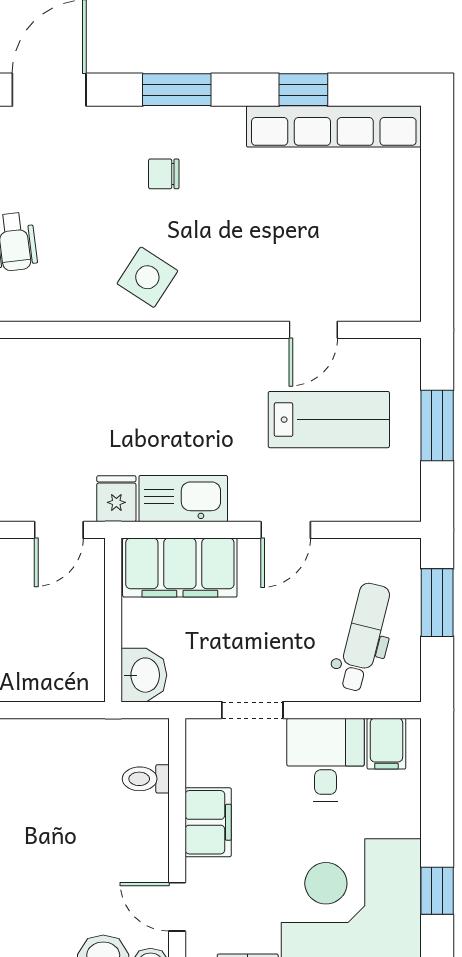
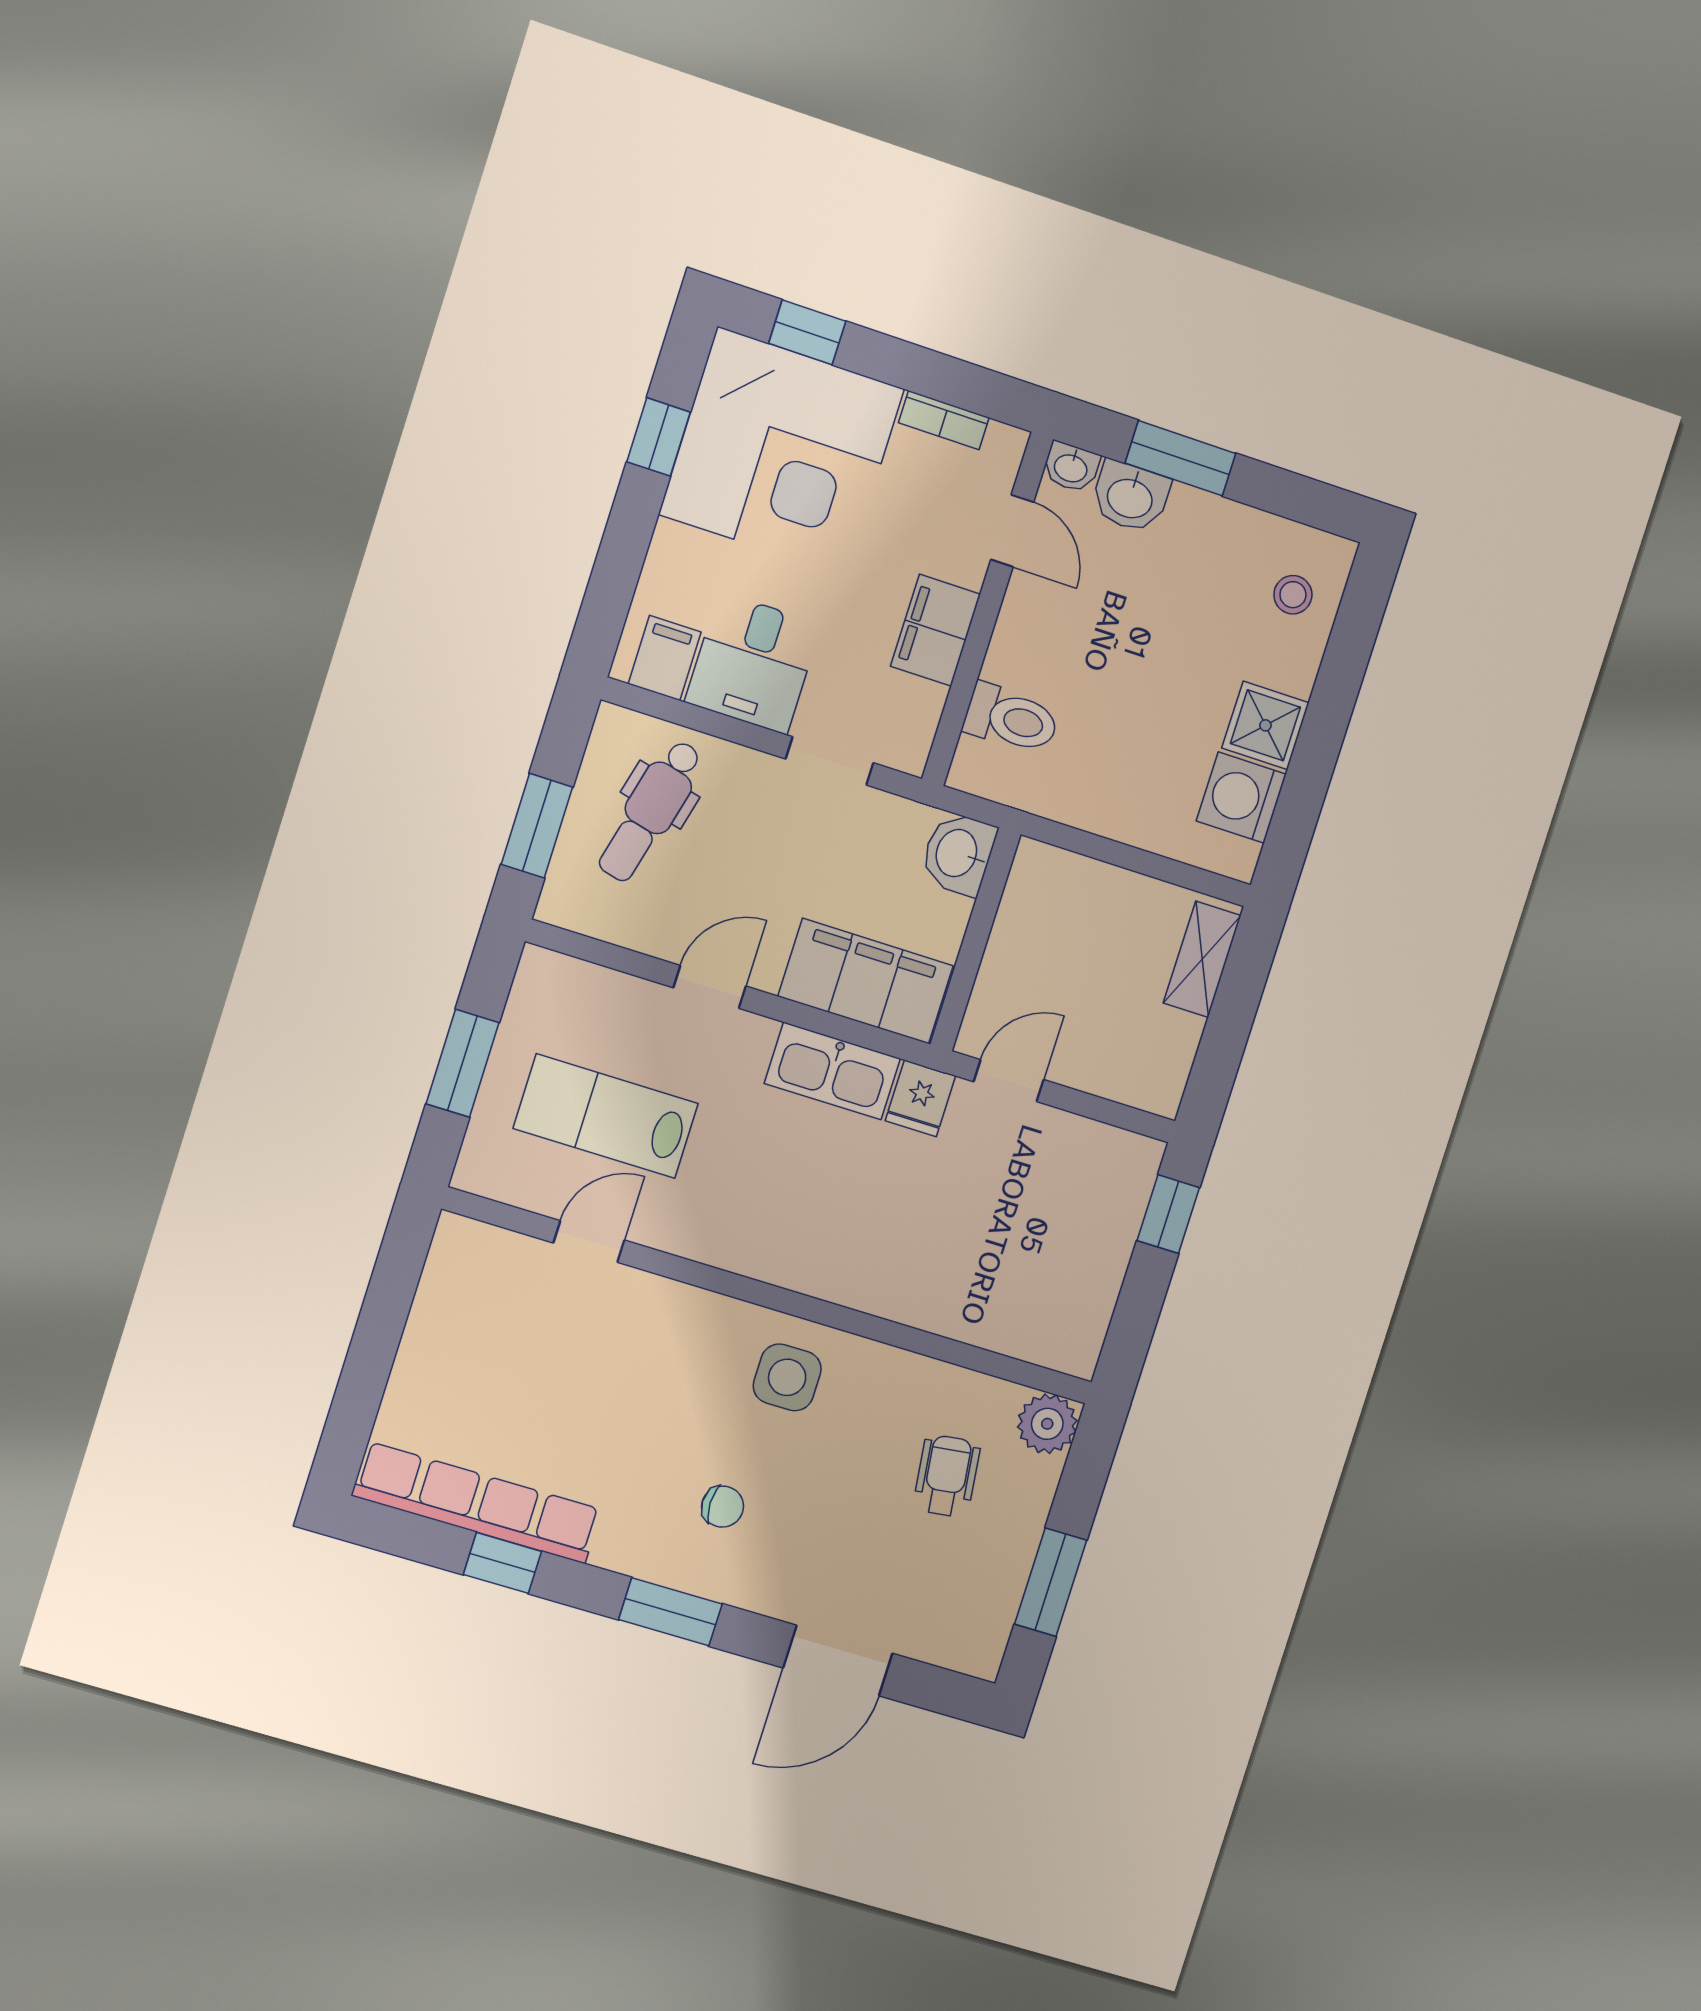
side table: (147, 277) -> (787, 1377), turned -33
toilet: (146, 779) -> (1011, 719), width x1.37, depth x1.39

